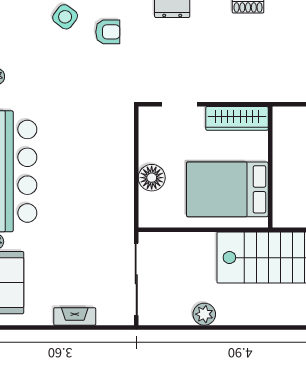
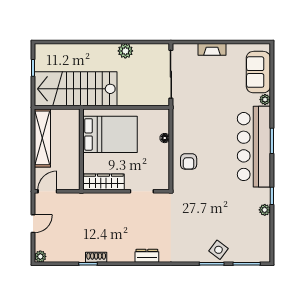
armchair: (108, 32) -> (189, 161), moved, turned -90
floor lamp: (152, 178) -> (165, 138), width x0.53, depth x0.53

